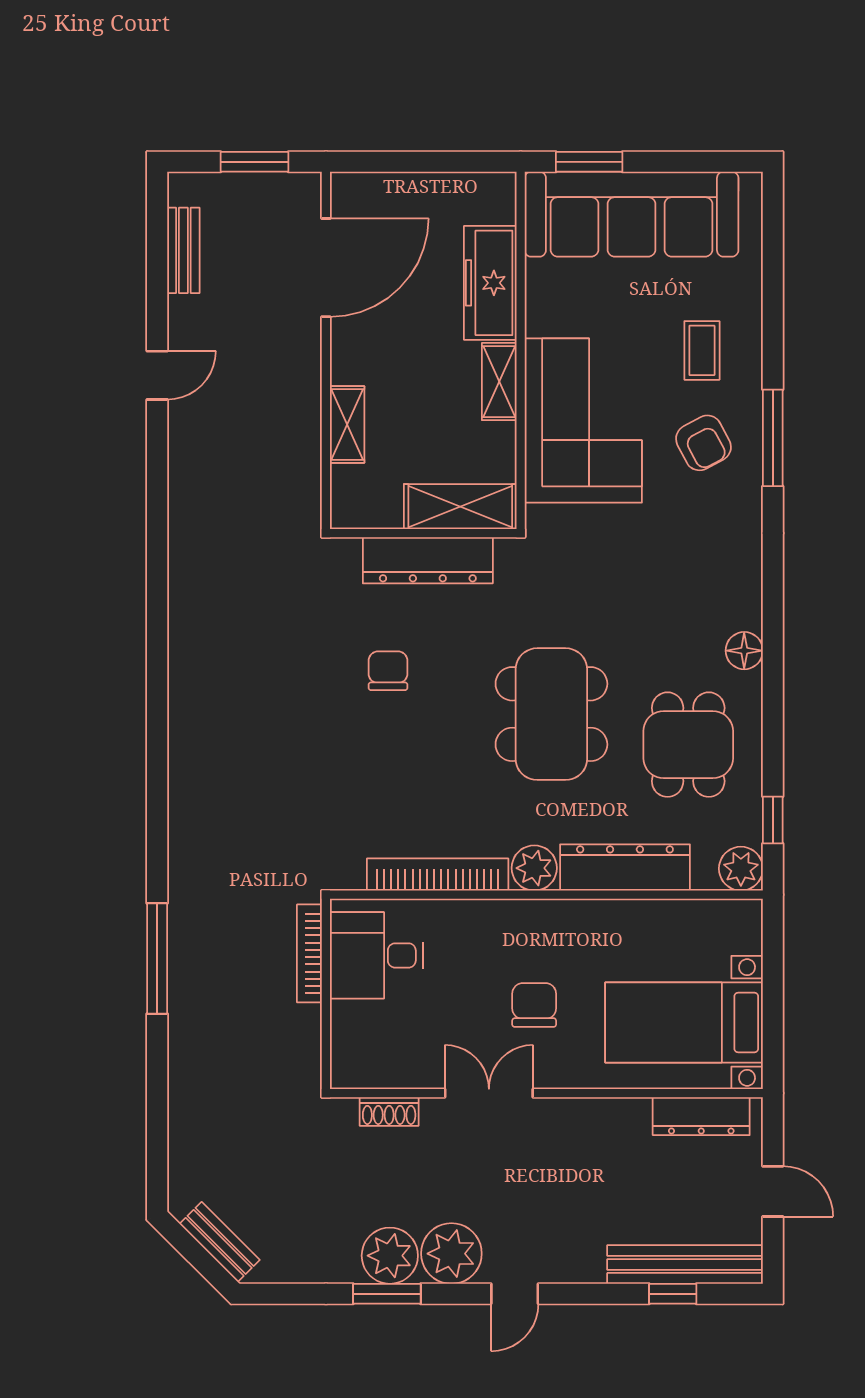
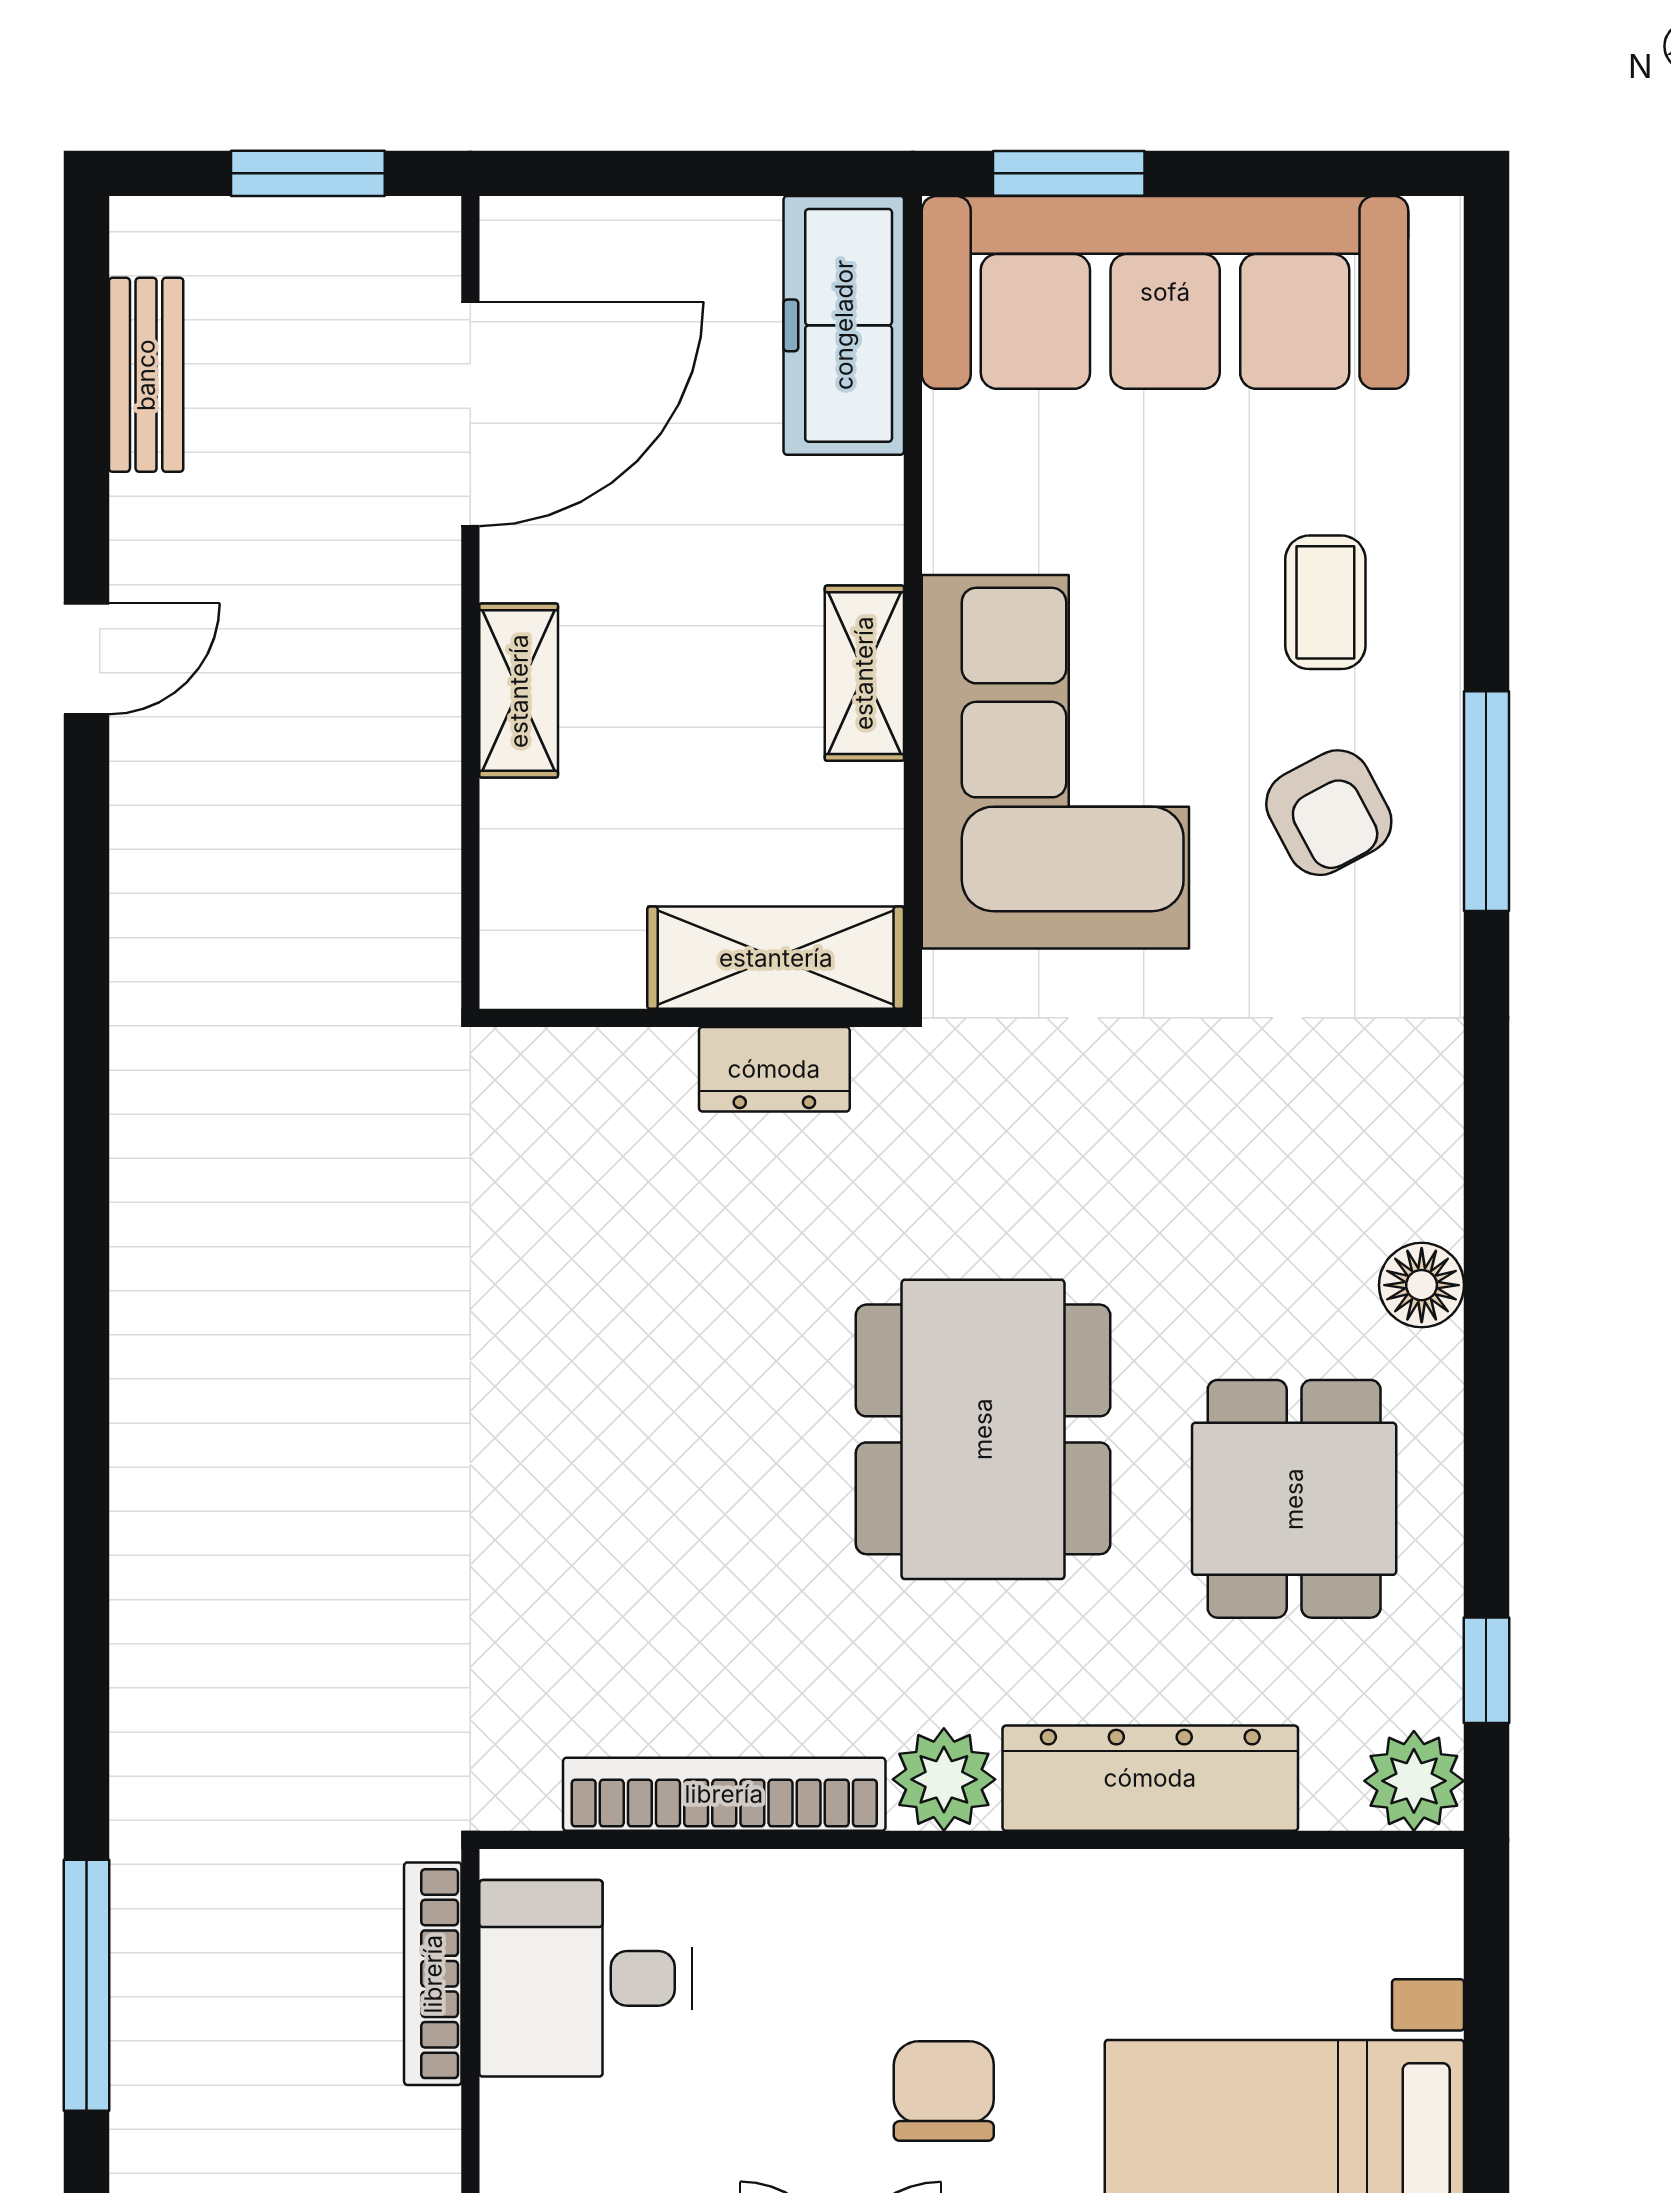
freezer: (490, 283) -> (844, 325), moved
shelving: (347, 425) -> (519, 691), moved
dresser: (428, 560) -> (774, 1069), width x0.51, depth x0.80
chair: (388, 671) -> (611, 1331), removed

